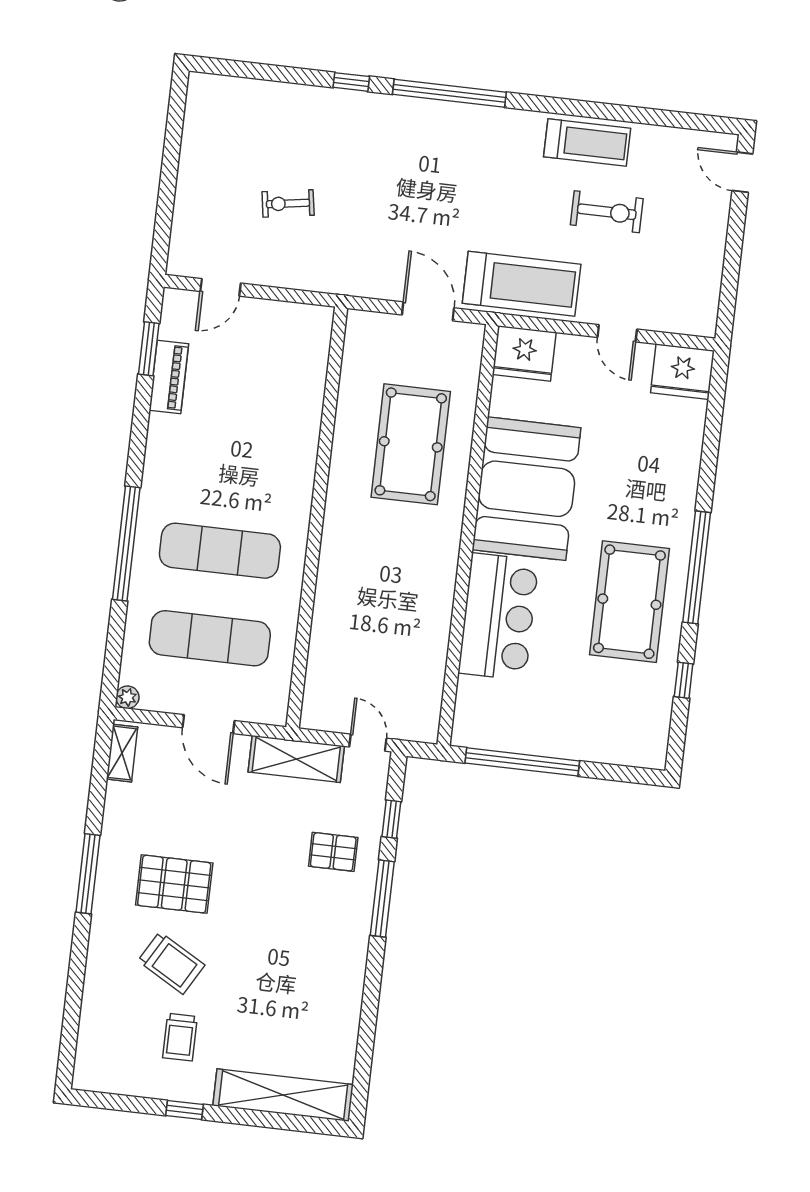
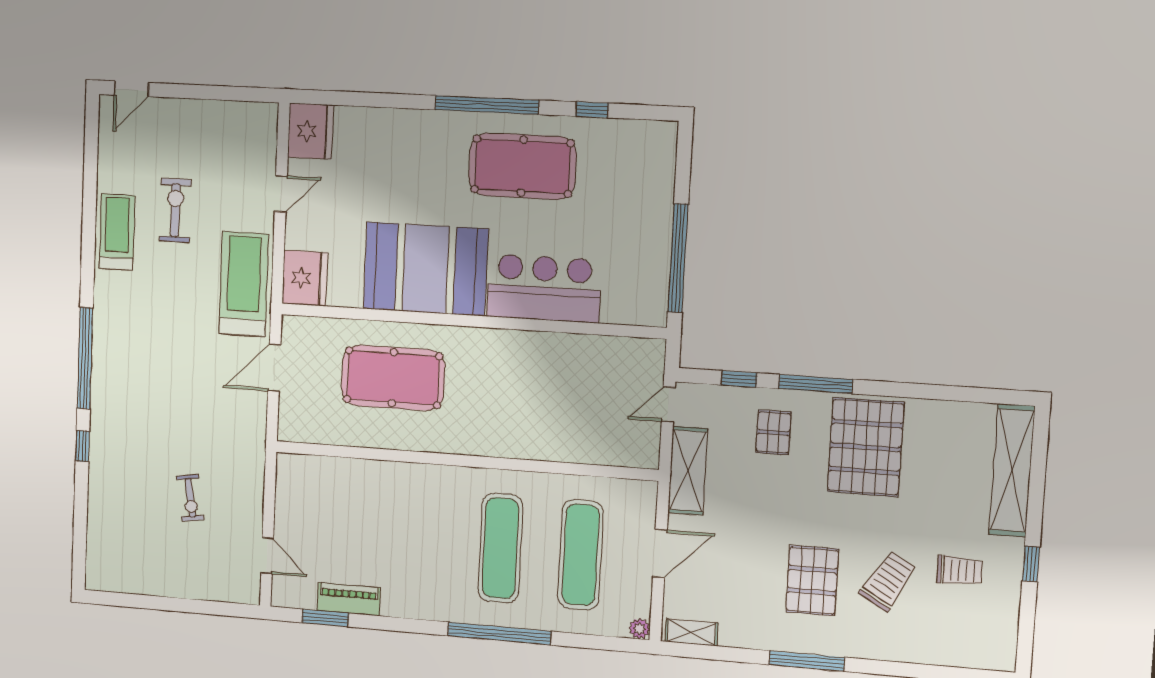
pallet: (314, 947) -> (866, 447), added

